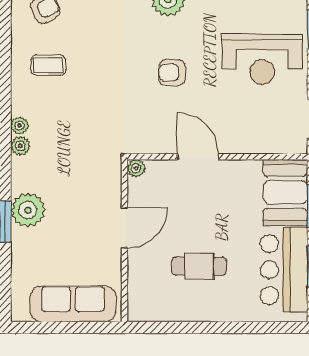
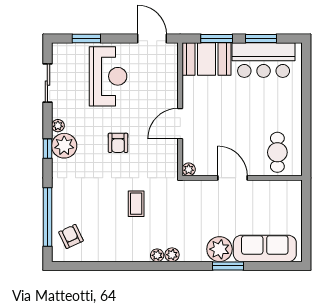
coffee table: (48, 65) -> (136, 204), moved
cafe table: (199, 266) -> (277, 152), moved
sofa: (73, 304) -> (265, 248), moved, turned 90

